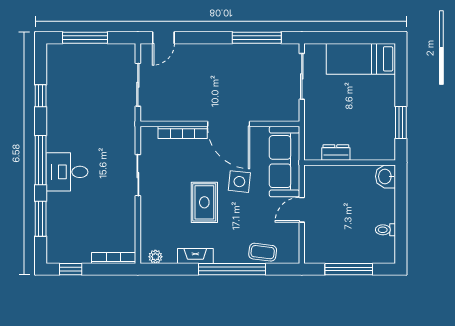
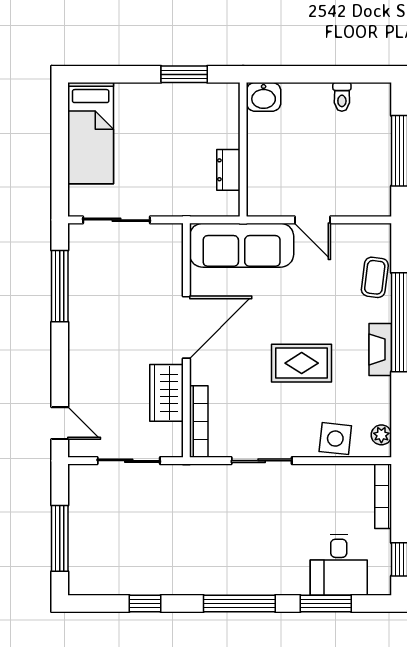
wardrobe: (184, 110) -> (167, 393), added
bookcase: (183, 132) -> (199, 422), moved
desk: (67, 172) -> (339, 565), moved
side table: (239, 182) -> (335, 439), moved
fireplace: (195, 256) -> (380, 349), moved

